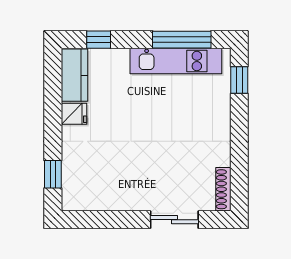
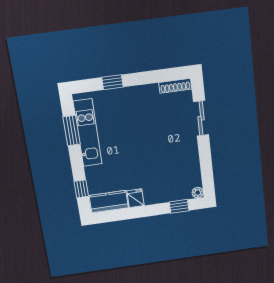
window: (182, 40) -> (72, 131), width x0.69
window: (239, 80) -> (112, 82), moved
plant: (69, 203) -> (198, 193), added

